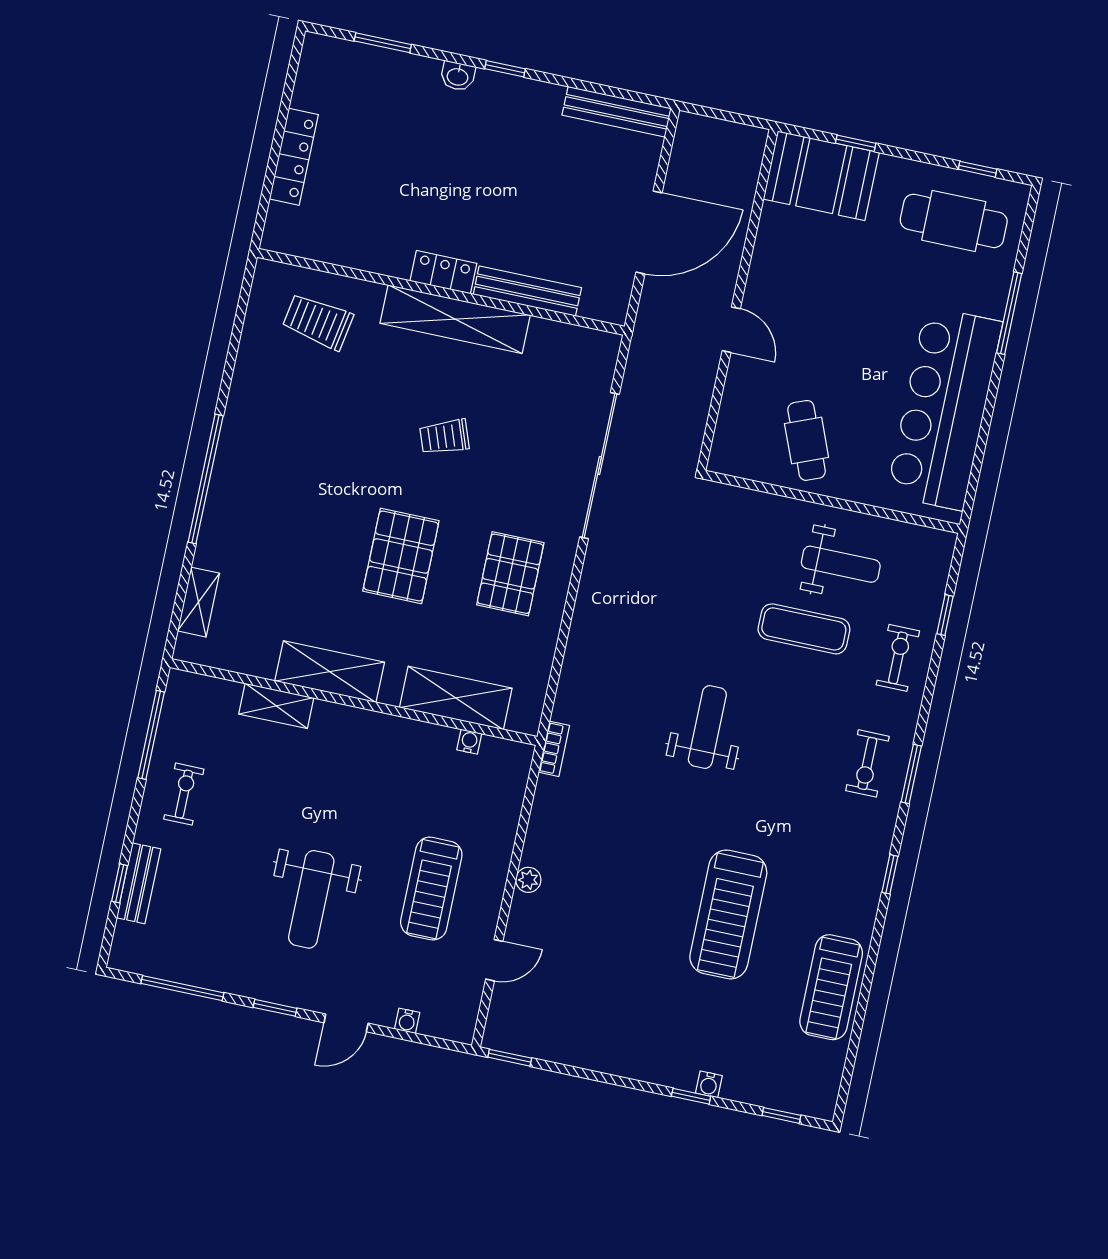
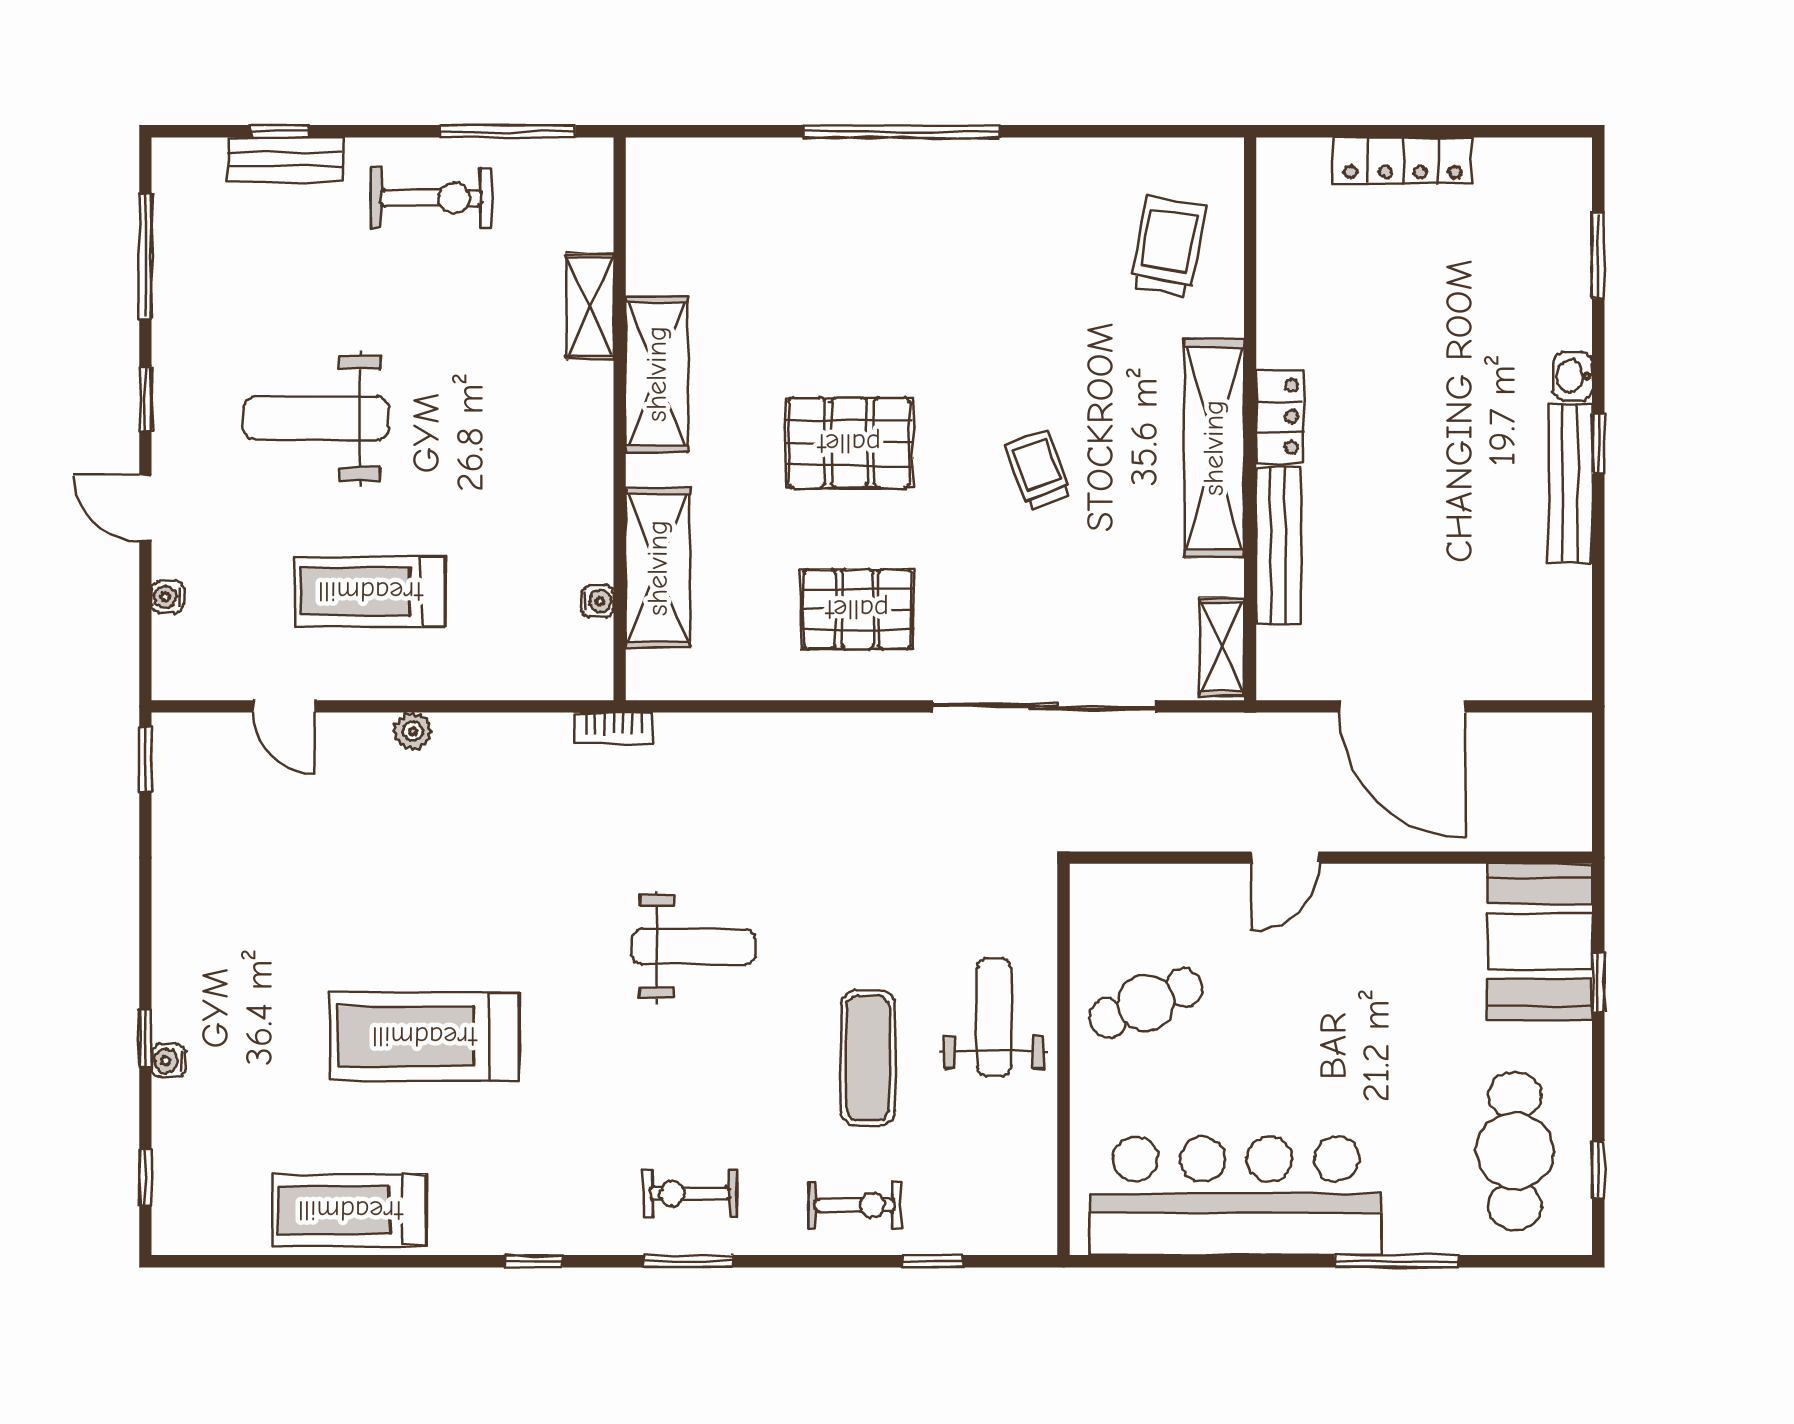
bench: (617, 112) -> (1570, 484), moved
weight bench: (841, 564) -> (994, 1017), moved, turned 180
shelving: (199, 602) -> (1222, 647), moved, turned 90
exercise bike: (184, 794) -> (431, 198), width x1.38, depth x1.39

